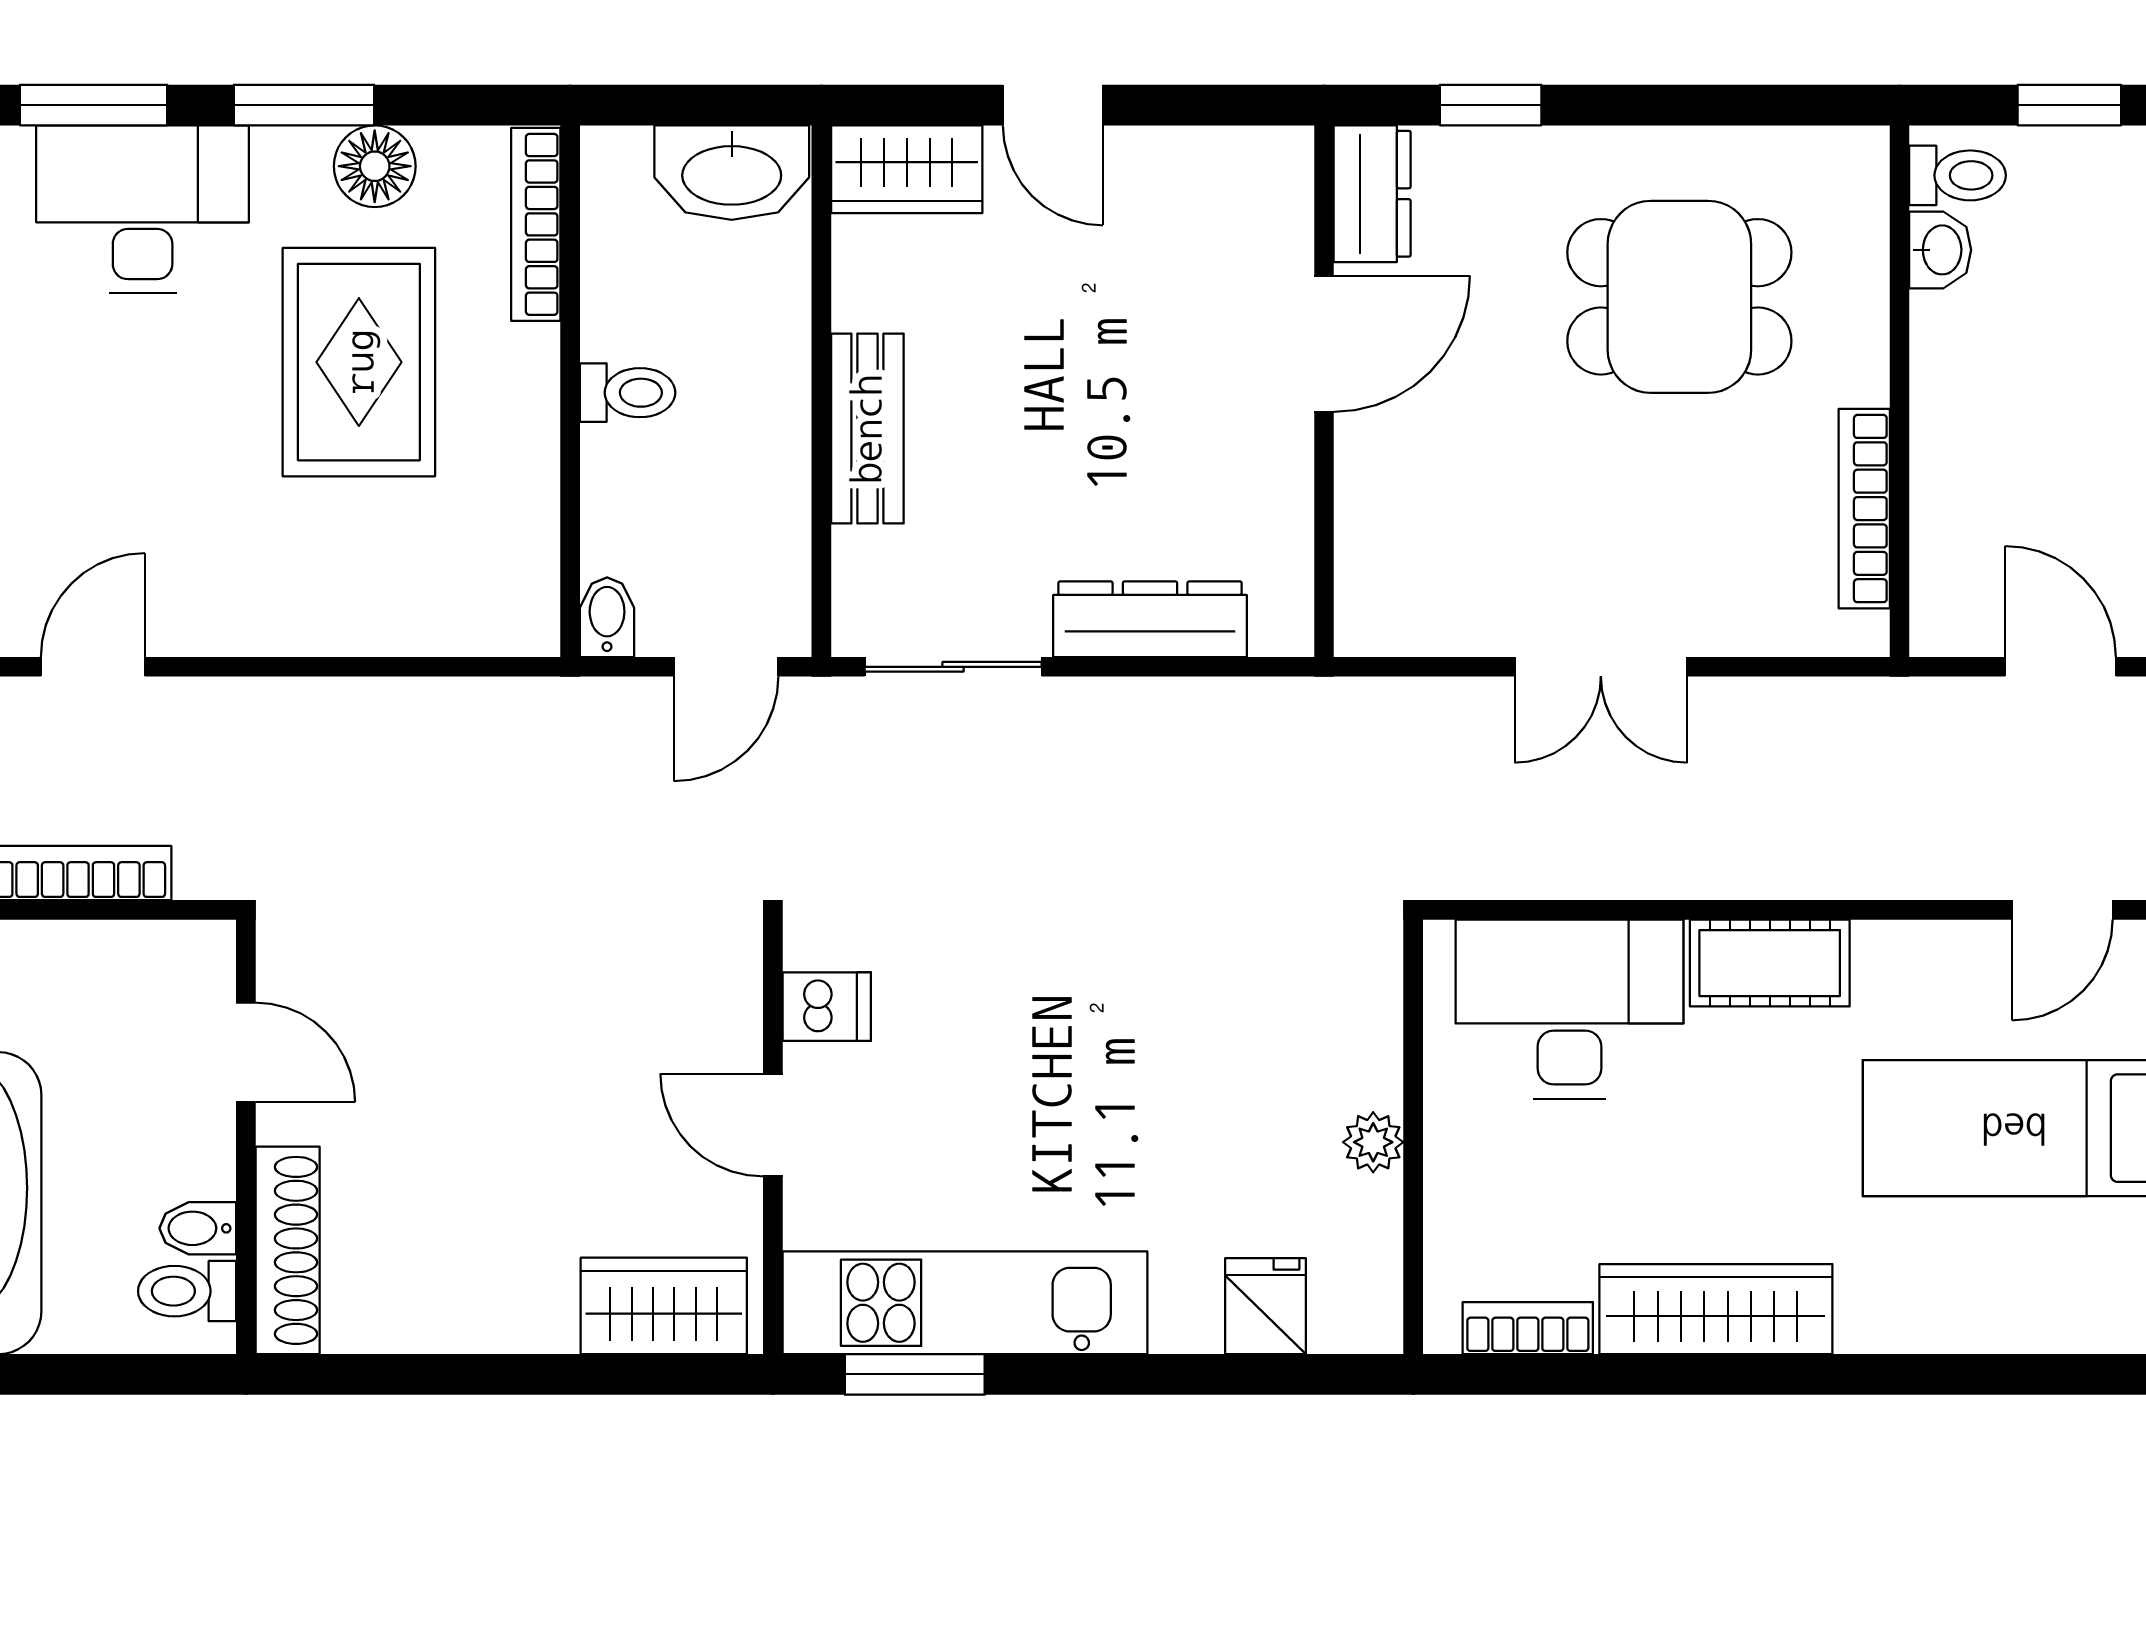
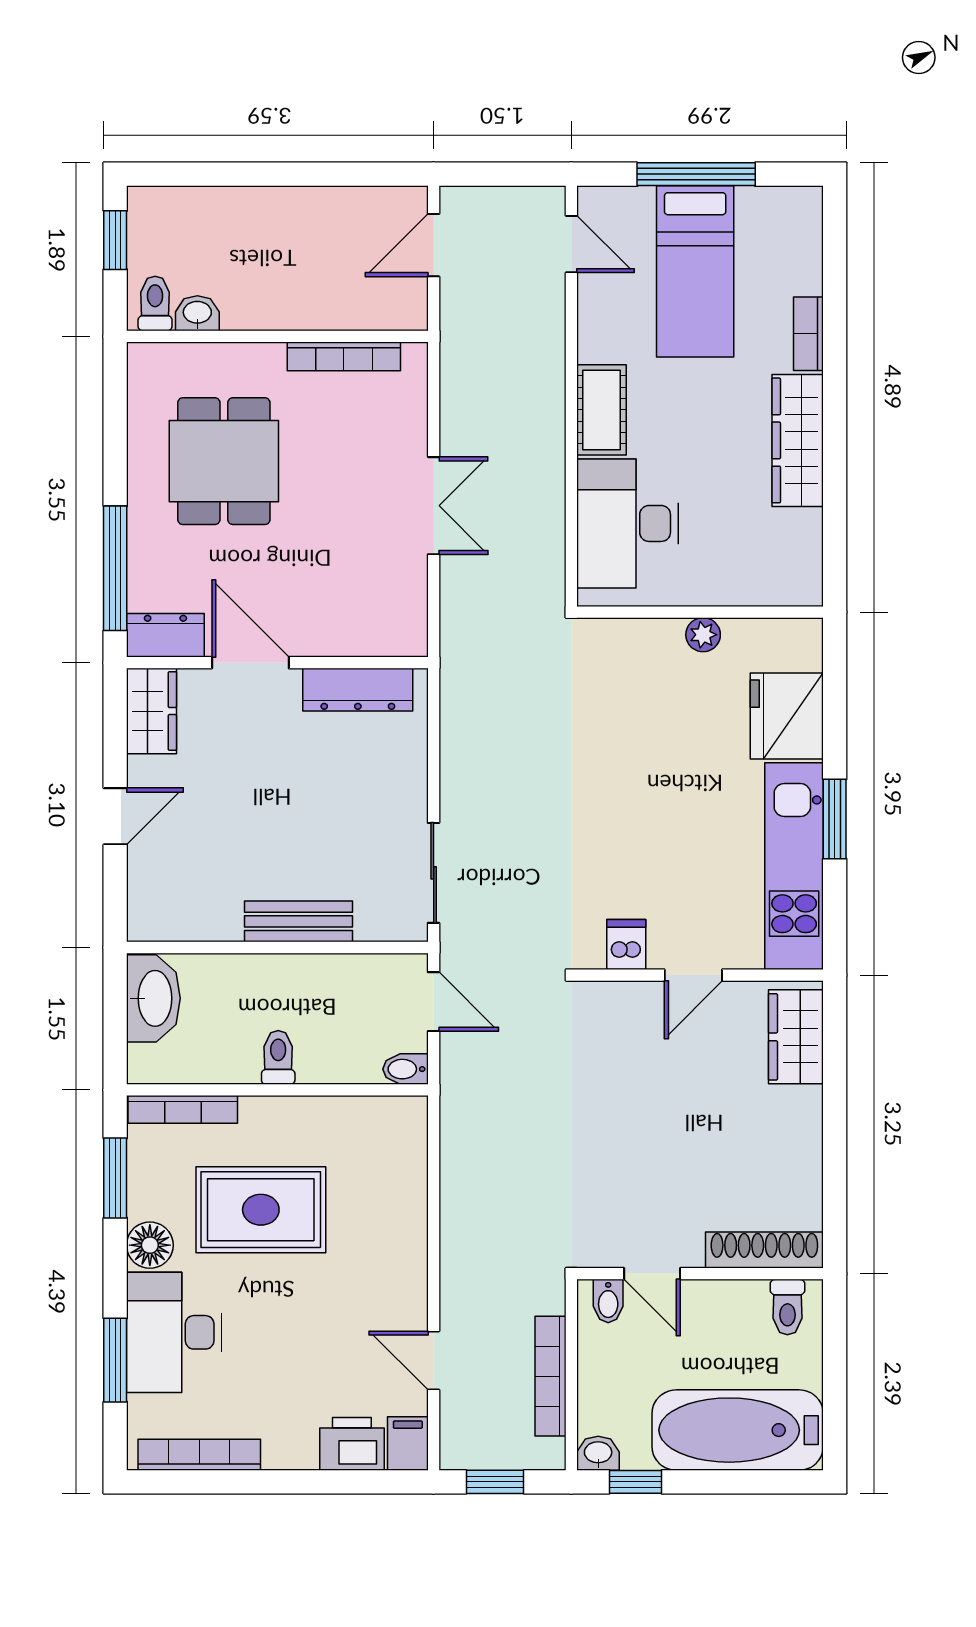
window: (304, 105) -> (115, 1178), moved
window: (1491, 105) -> (115, 568), width x2.17
floor lamp: (375, 166) -> (150, 1245), moved
wardrobe: (907, 169) -> (152, 711), moved
dresser: (1150, 619) -> (358, 690), moved, turned -90
door: (246, 1052) -> (652, 1274), swing flipped
bidet: (198, 1228) -> (608, 1301), moved
fridge: (1265, 1306) -> (787, 716), width x1.88, depth x1.34
bookcase: (1528, 1328) -> (808, 334), moved
window: (915, 1374) -> (835, 819), moved

